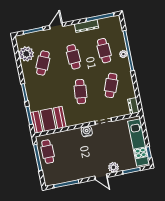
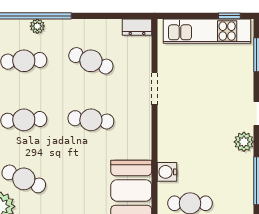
water cooler: (87, 131) -> (167, 172), moved
plant: (113, 167) -> (244, 142), moved

